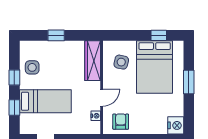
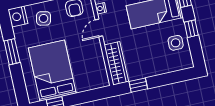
window: (56, 35) -> (138, 85), moved
side table: (121, 62) -> (43, 18), moved
window: (189, 82) -> (12, 52), moved

